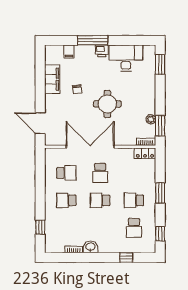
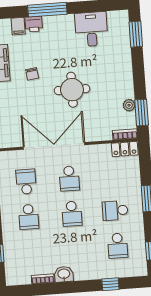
printer: (102, 51) -> (34, 24), moved
desk: (126, 58) -> (91, 29), width x0.73
school desk: (66, 173) -> (26, 182), turned -90
school desk: (66, 200) -> (29, 217), turned -90
school desk: (100, 200) -> (72, 214), turned -90

